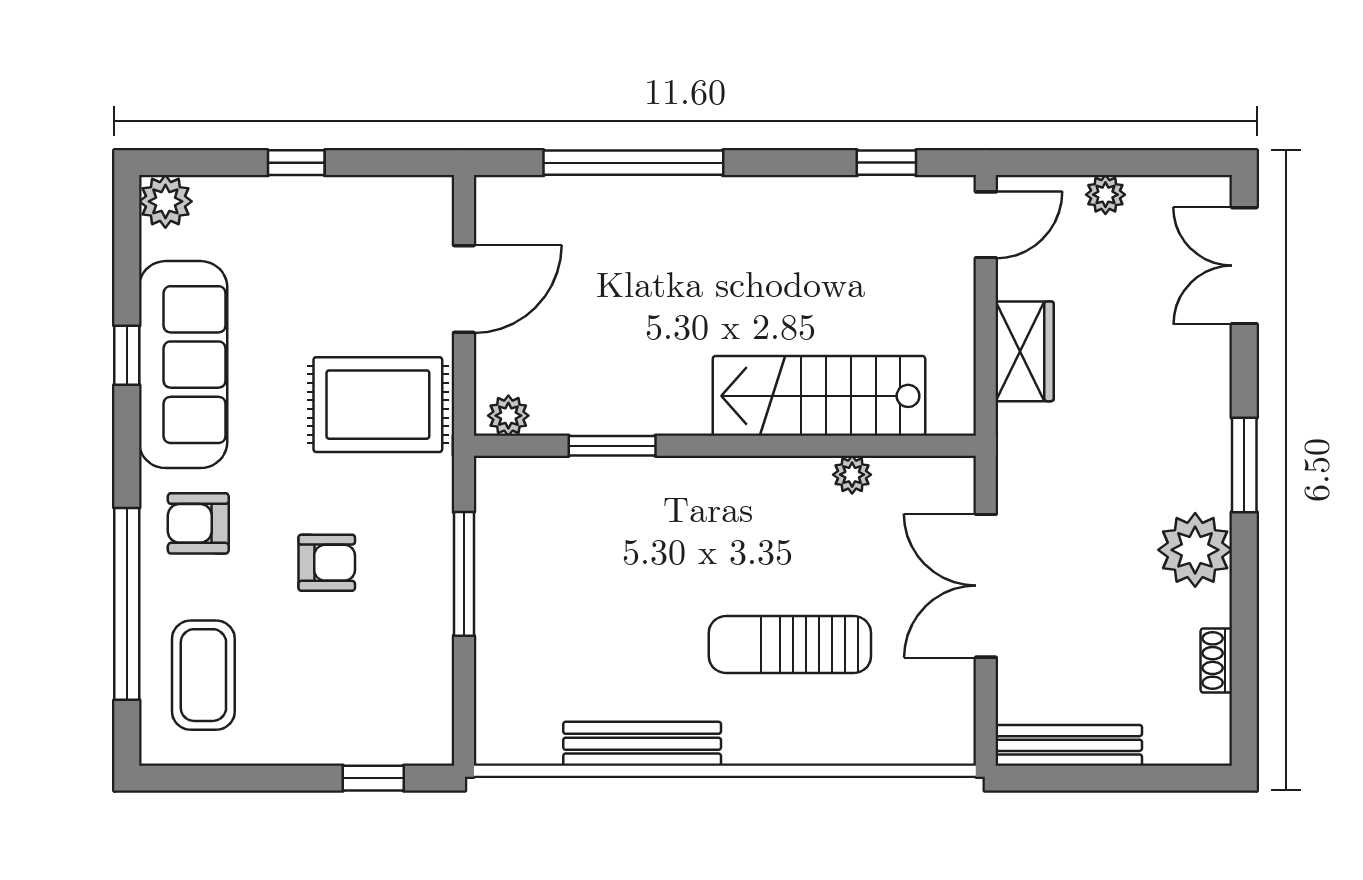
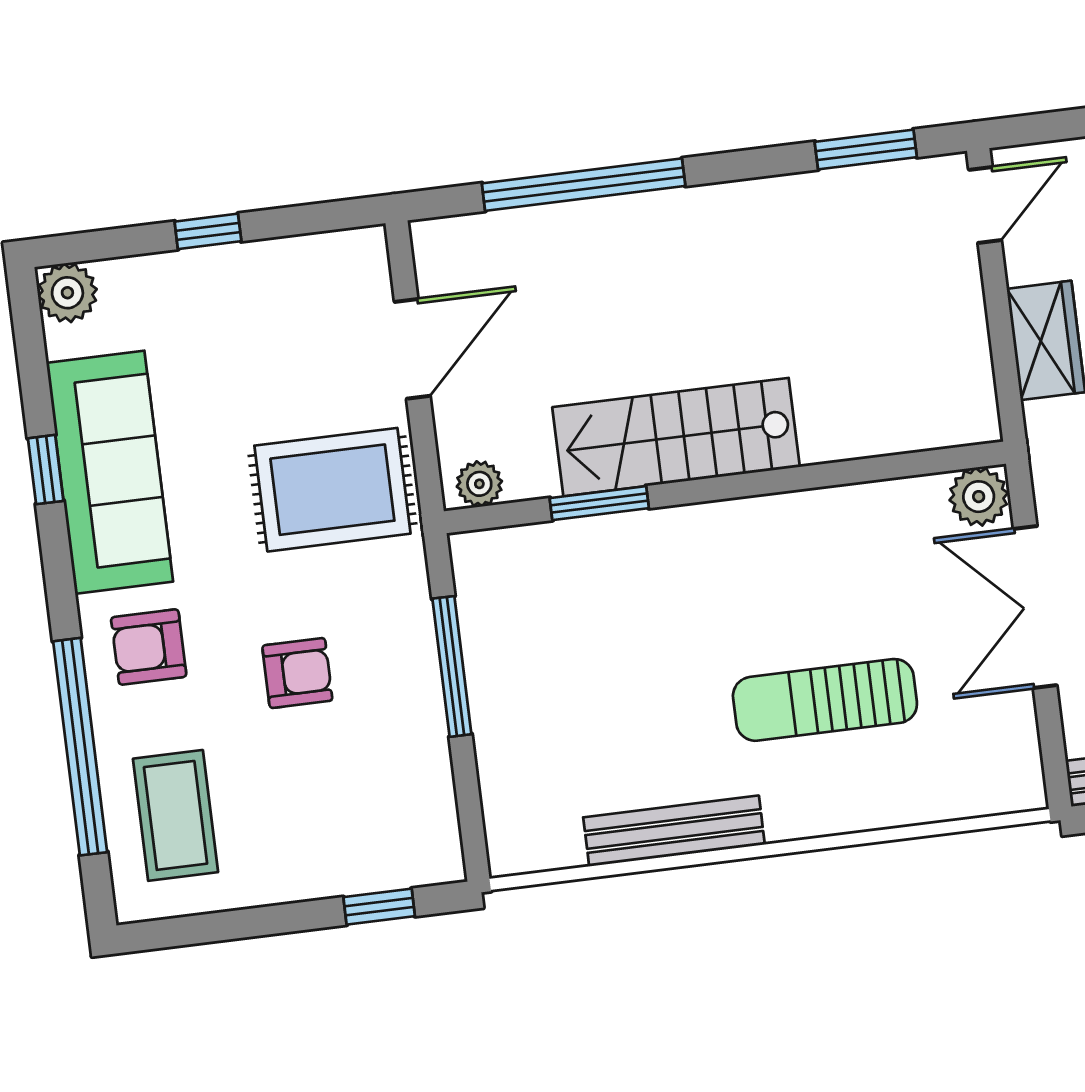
window: (886, 163) -> (866, 149), width x1.50
stairs: (819, 396) -> (676, 437), moved
plant: (852, 475) -> (979, 497), moved, width x1.38, depth x1.38

